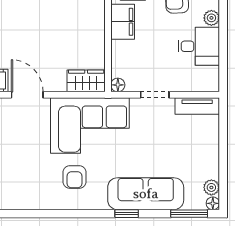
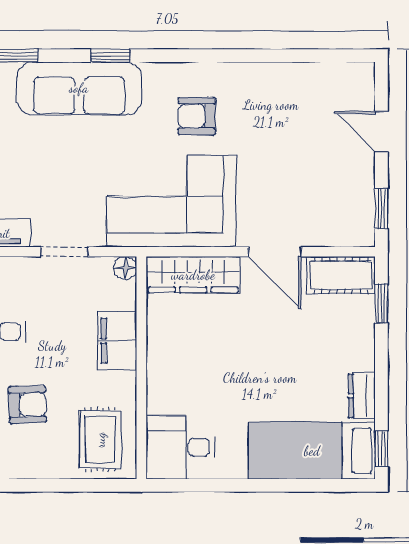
filing cabinet: (123, 22) -> (117, 341), moved
wardrobe: (86, 81) -> (193, 275), width x1.50
armchair: (74, 177) -> (197, 116), turned -90

